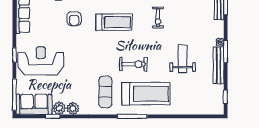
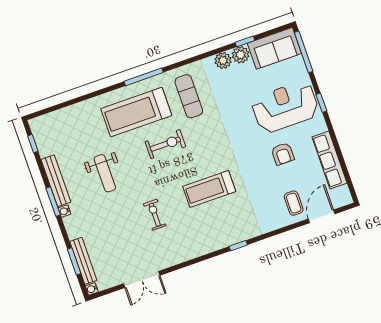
armchair: (74, 19) -> (283, 154), moved, turned 180
reception desk: (41, 61) -> (285, 107), turned 180
exercise bike: (133, 64) -> (165, 144), turned 180

